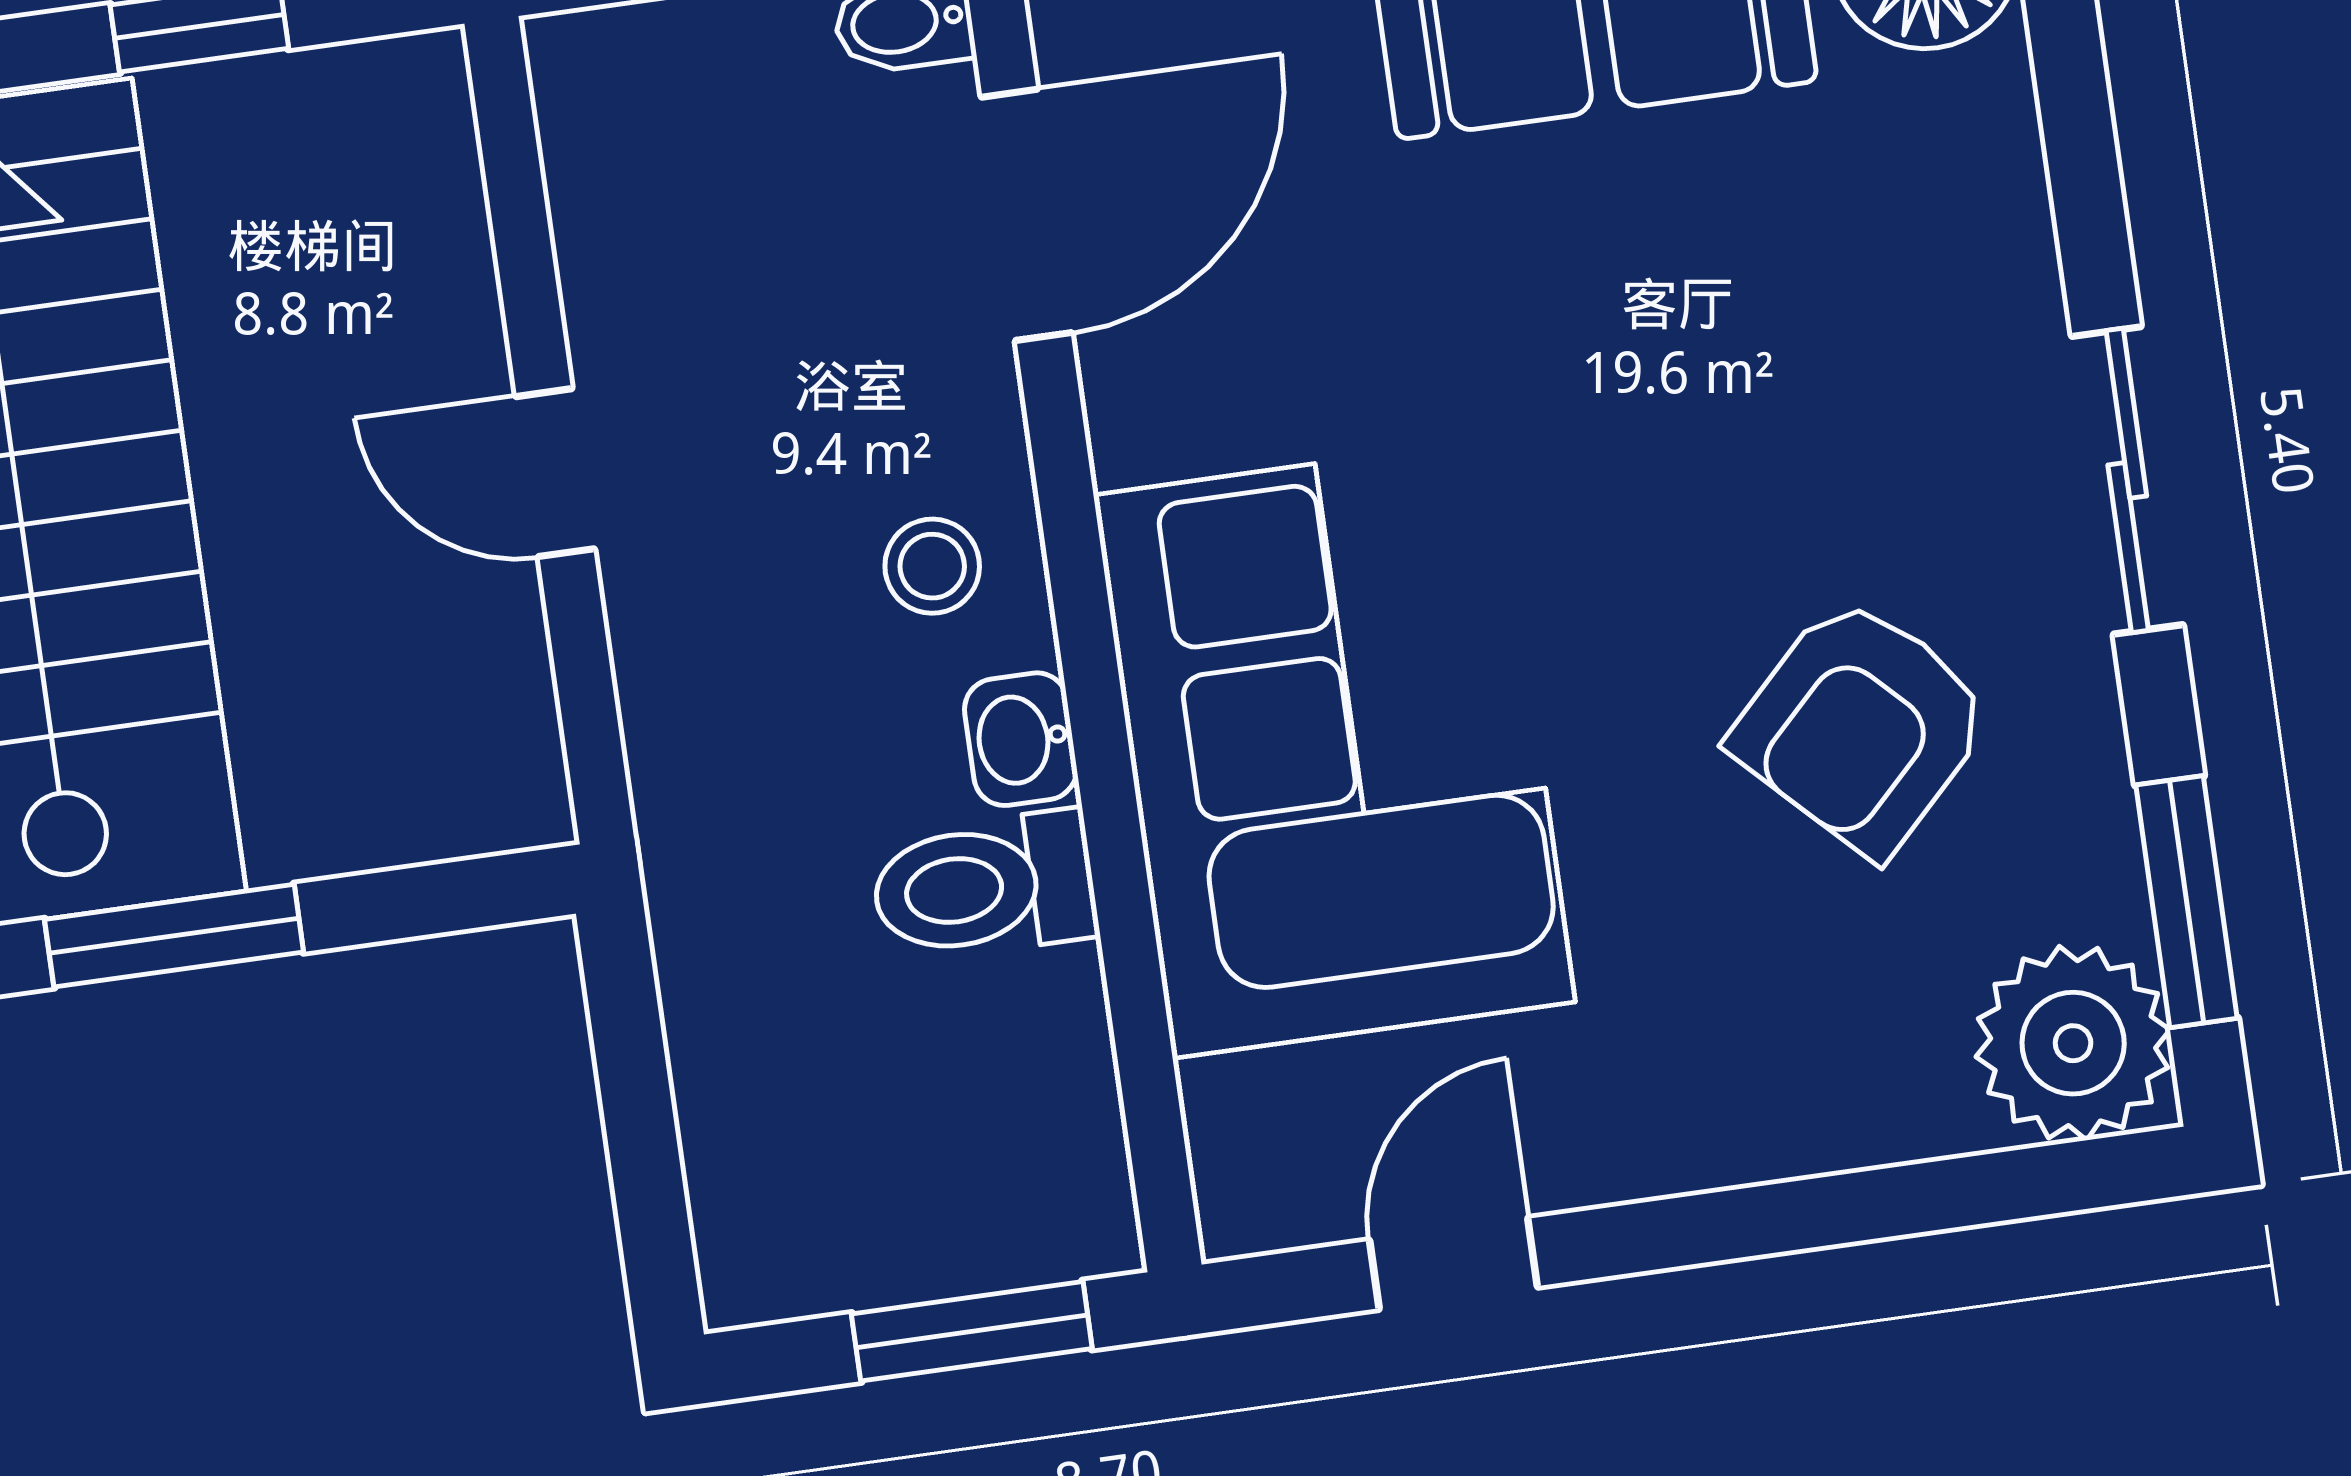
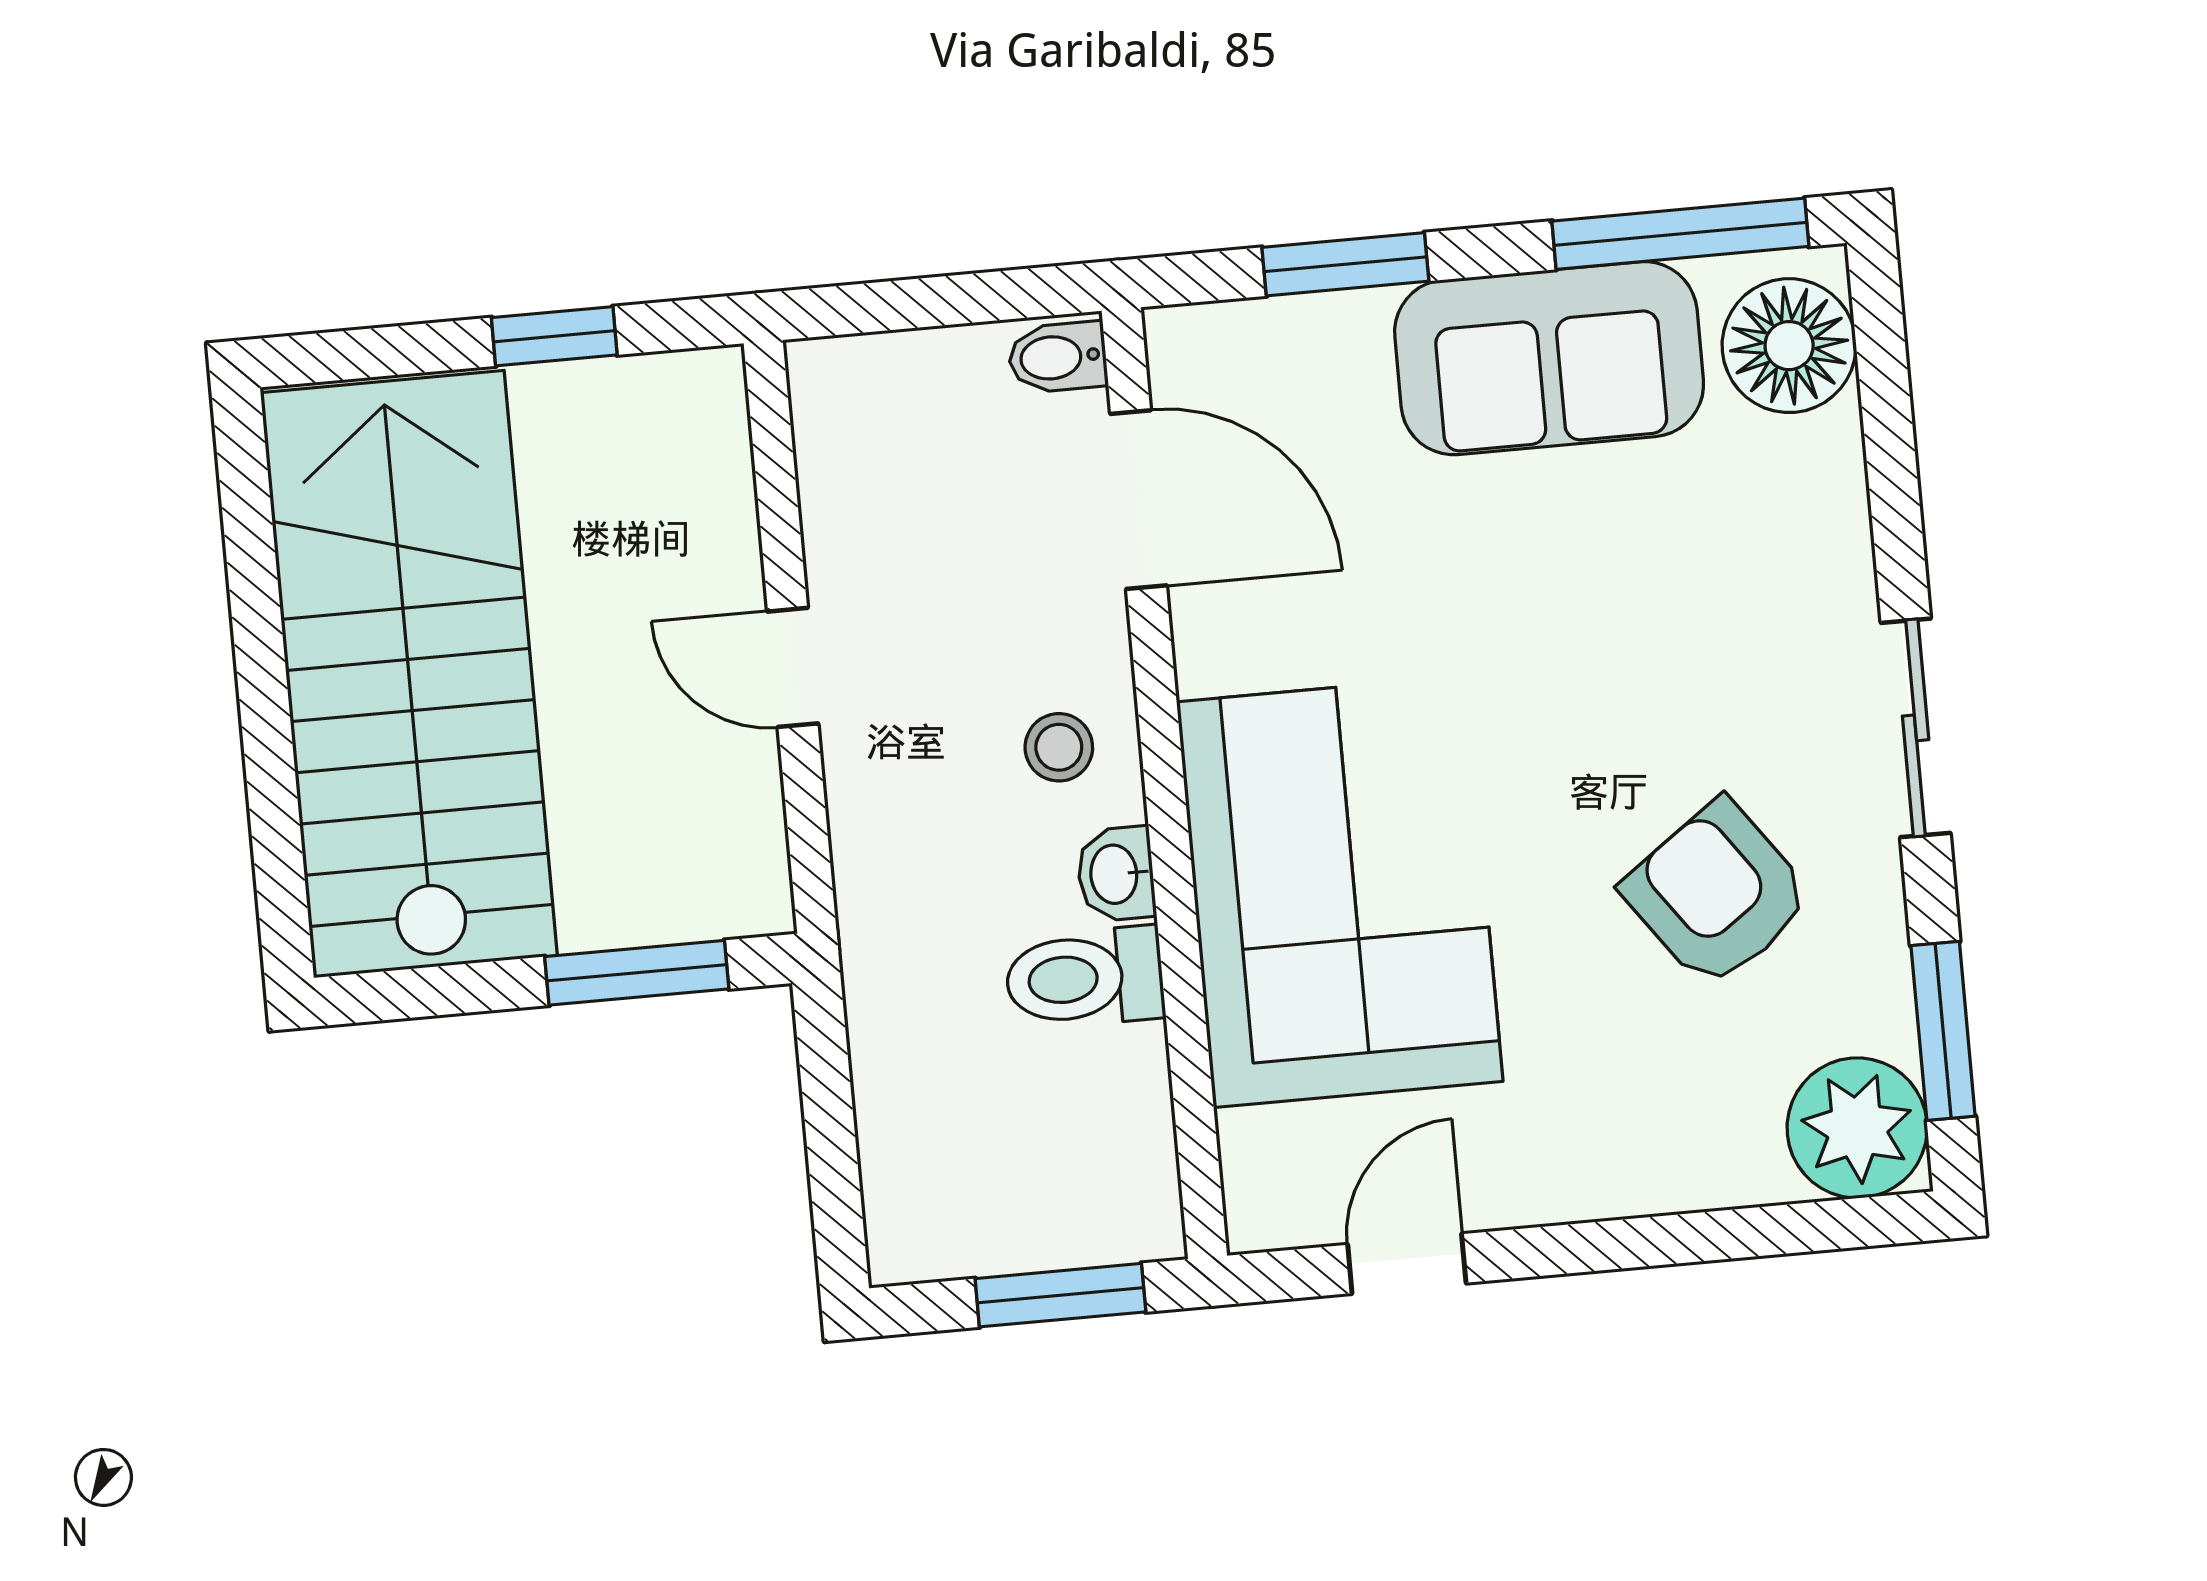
door: (1027, 215) -> (1139, 500), hinge flipped
armchair: (1862, 726) -> (1717, 894), turned 99
window: (174, 936) -> (637, 973), moved

